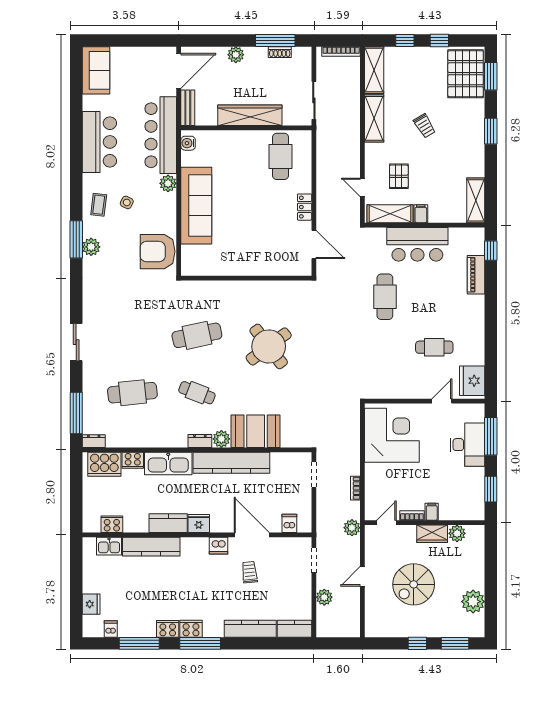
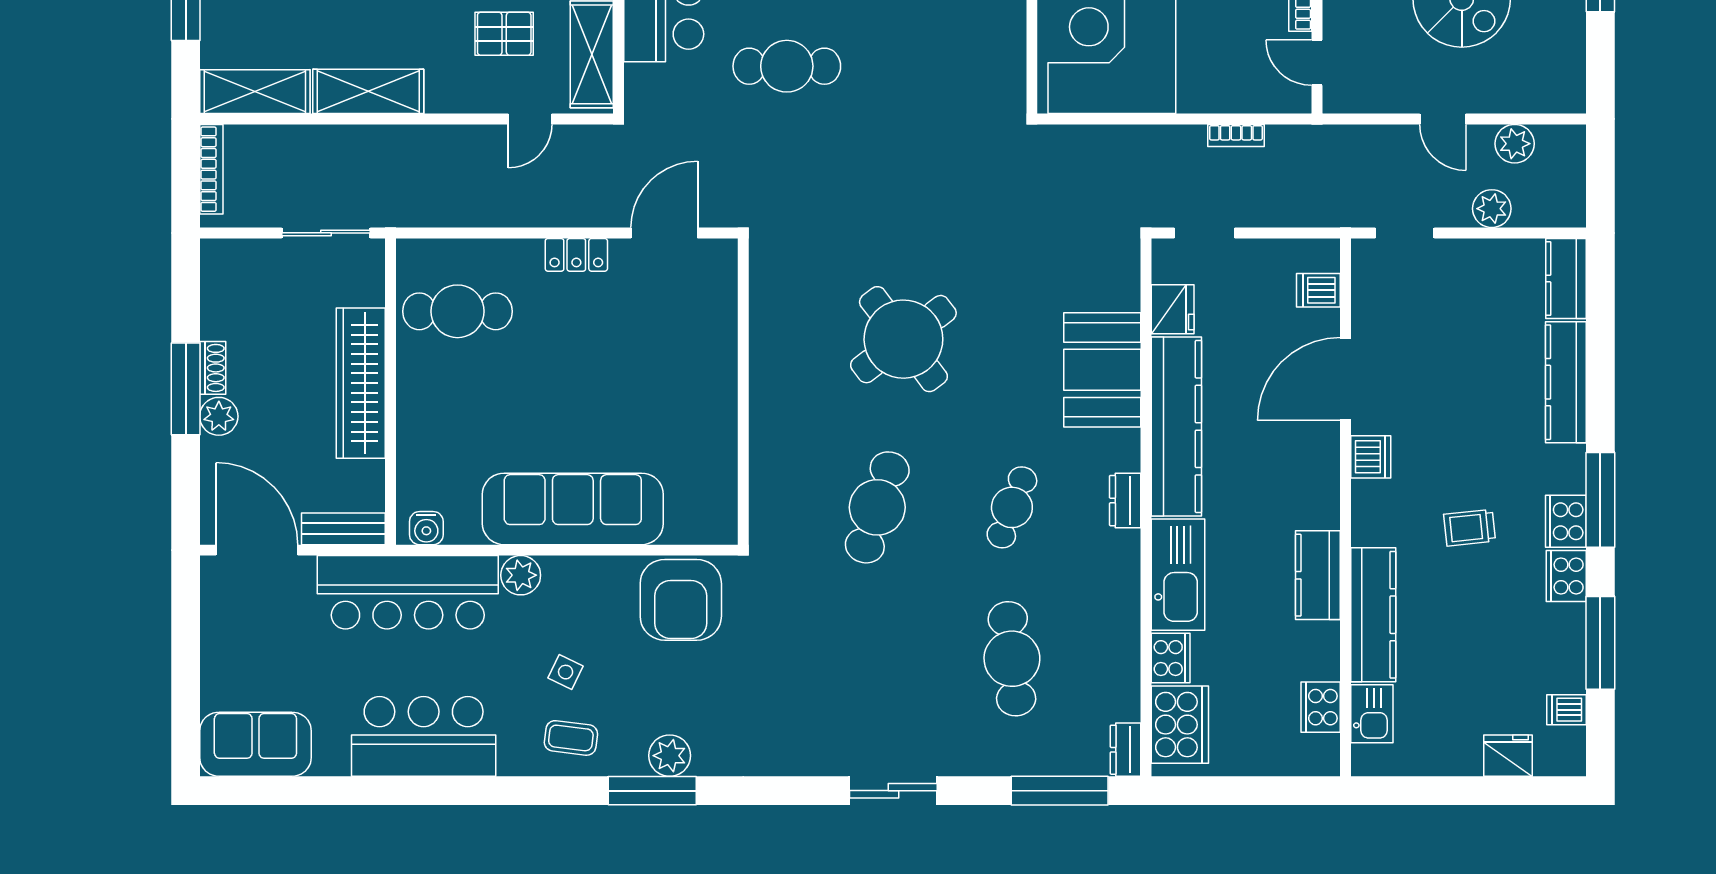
window: (275, 41) -> (186, 389), moved
shoe rack: (280, 52) -> (213, 368), moved
cafe table: (197, 335) -> (877, 507), turned 30
plant: (221, 439) -> (1120, 450), removed
fridge: (199, 524) -> (1173, 309), moved, turned 180
plant: (352, 528) -> (1515, 144), moved
trolley: (250, 572) -> (1470, 528), moved

